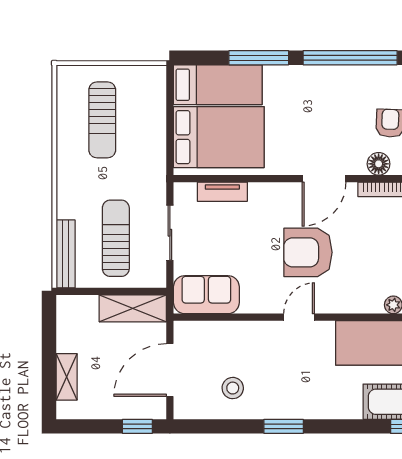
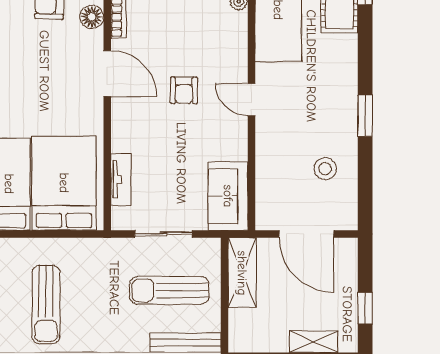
sun lounger: (102, 120) -> (46, 304), turned 90
armchair: (308, 252) -> (184, 90), width x0.53, depth x0.53
window: (137, 426) -> (365, 308), moved

